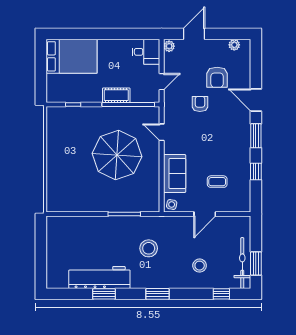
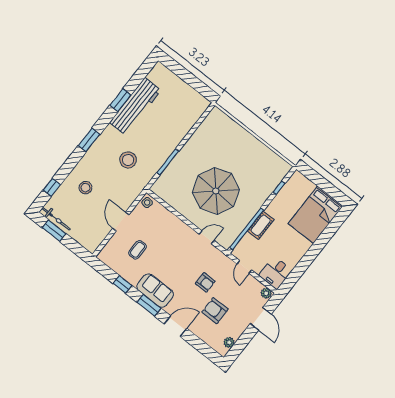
sofa: (175, 174) -> (155, 291), moved, turned 180
bicycle: (242, 263) -> (56, 219), width x0.73, depth x0.71

